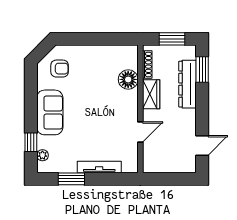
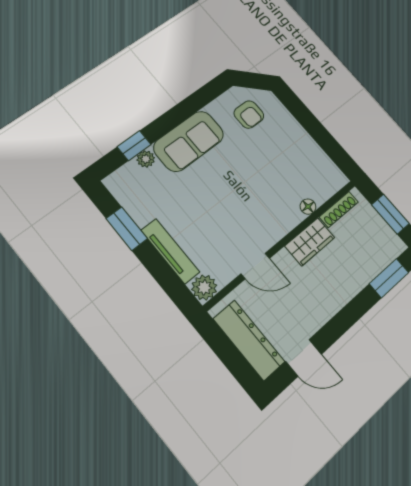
floor lamp: (128, 79) -> (308, 207), width x0.53, depth x0.53
dresser: (188, 84) -> (249, 340), moved, turned 90
plant: (42, 155) -> (146, 159), moved
plant: (130, 165) -> (204, 287), added

